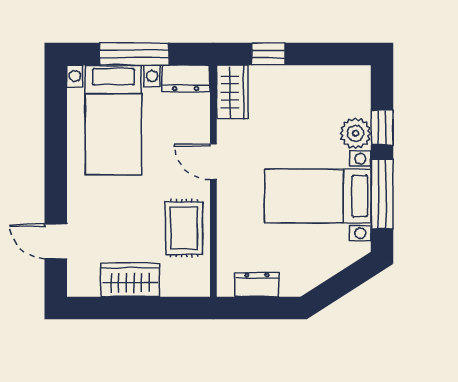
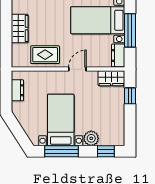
window: (382, 128) -> (106, 151), moved

